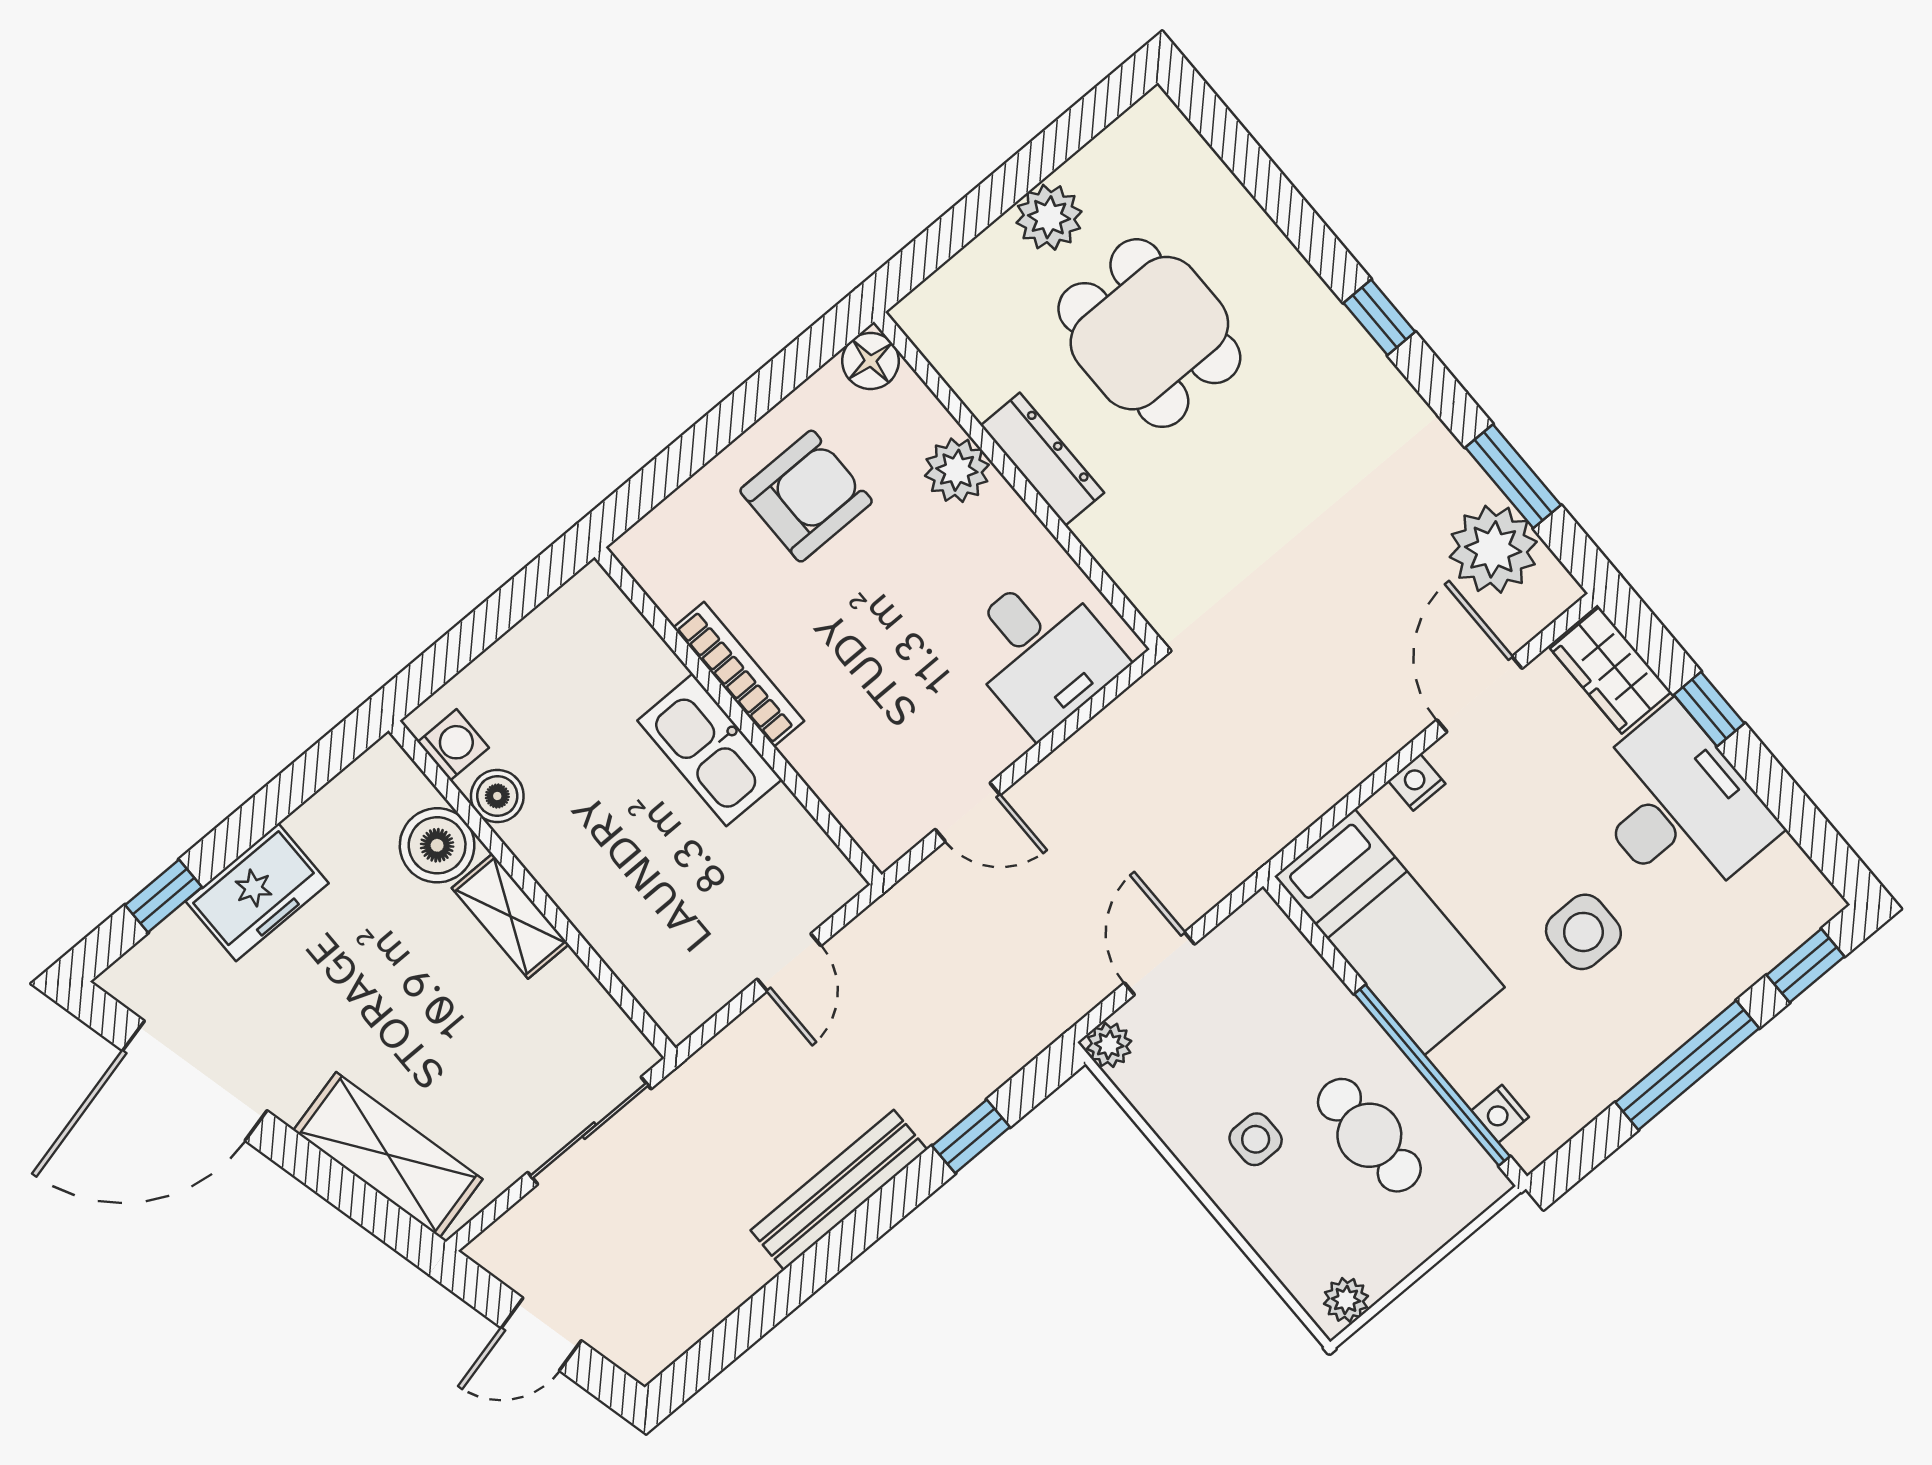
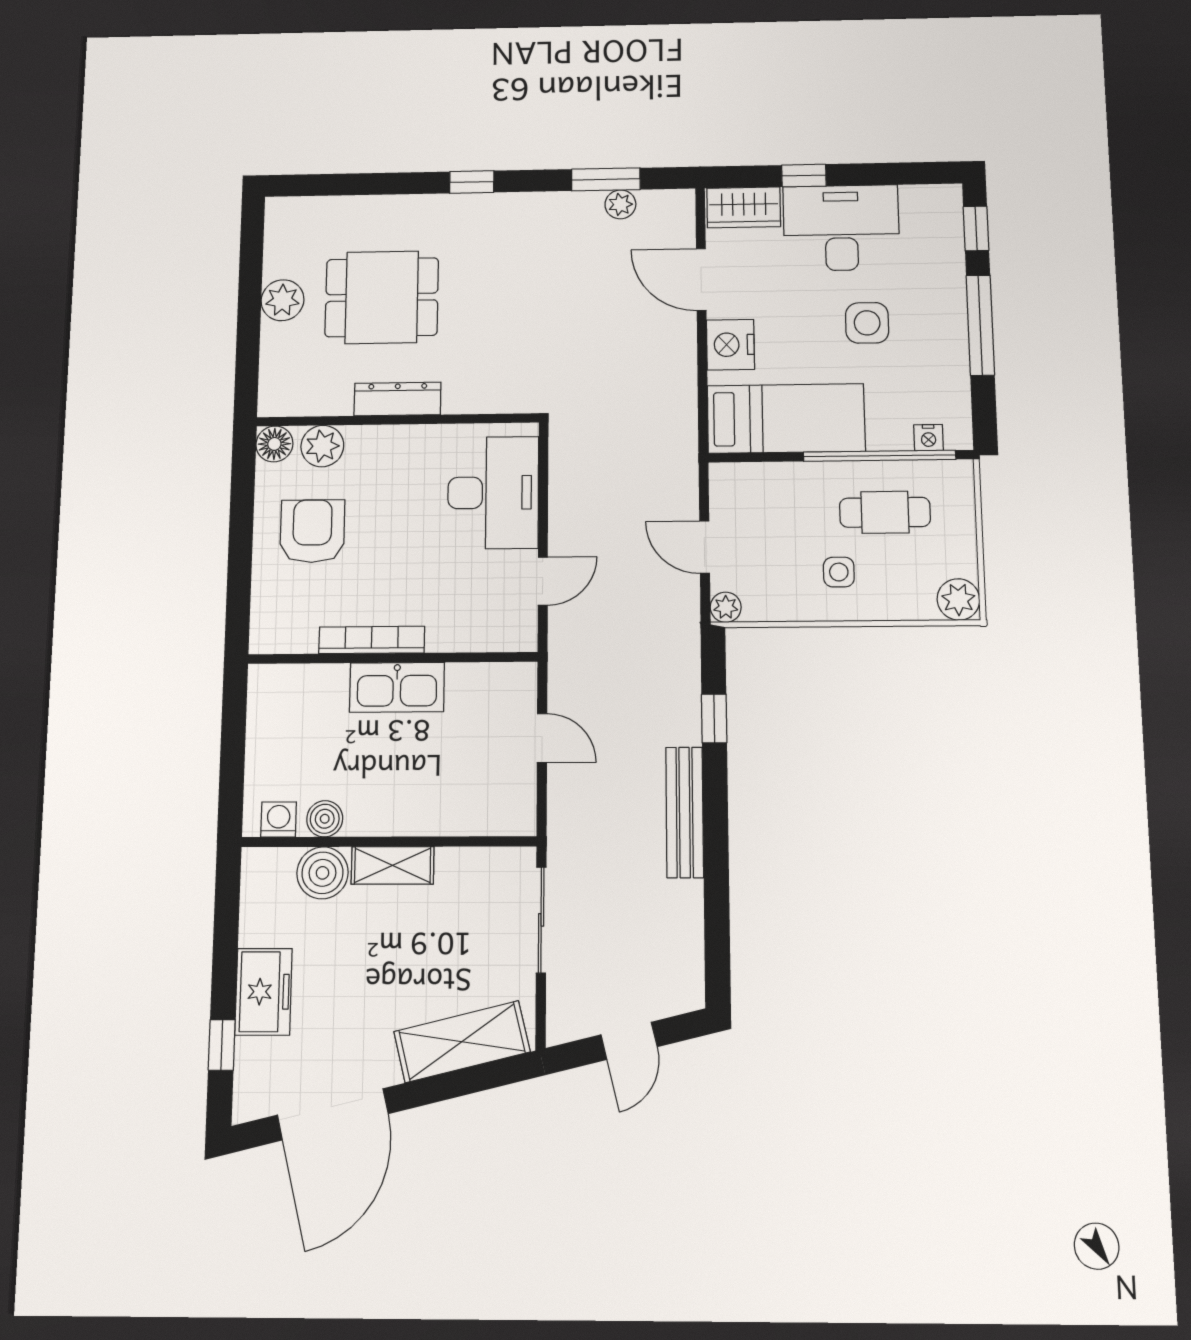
plant: (957, 470) -> (322, 446), moved
plant: (1493, 549) -> (620, 204), width x0.53, depth x0.53
desk: (1041, 652) -> (493, 493), width x1.37
nightstand: (1417, 782) -> (730, 345), width x1.89, depth x1.79
plant: (1346, 1300) -> (958, 599), width x1.38, depth x1.38

